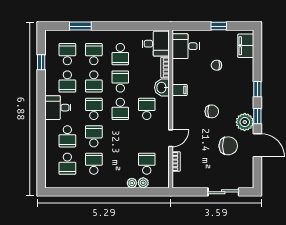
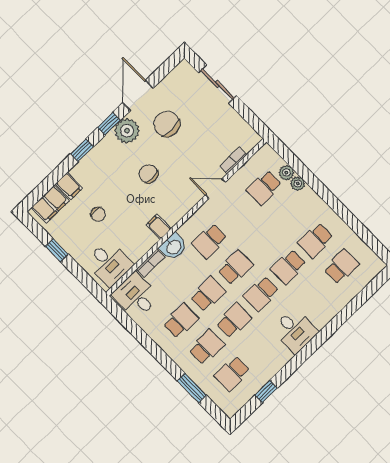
school desk: (94, 54) -> (207, 347), turned 180
filing cabinet: (246, 65) -> (69, 186), added
school desk: (67, 81) -> (260, 347), removed
school desk: (120, 81) -> (208, 294), turned 180
school desk: (67, 136) -> (314, 293), removed

